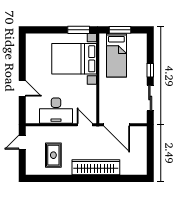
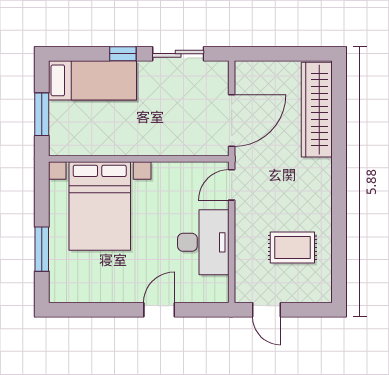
window: (79, 30) -> (42, 249), moved
bed: (116, 55) -> (92, 80), moved
wardrobe: (96, 167) -> (317, 110), moved

